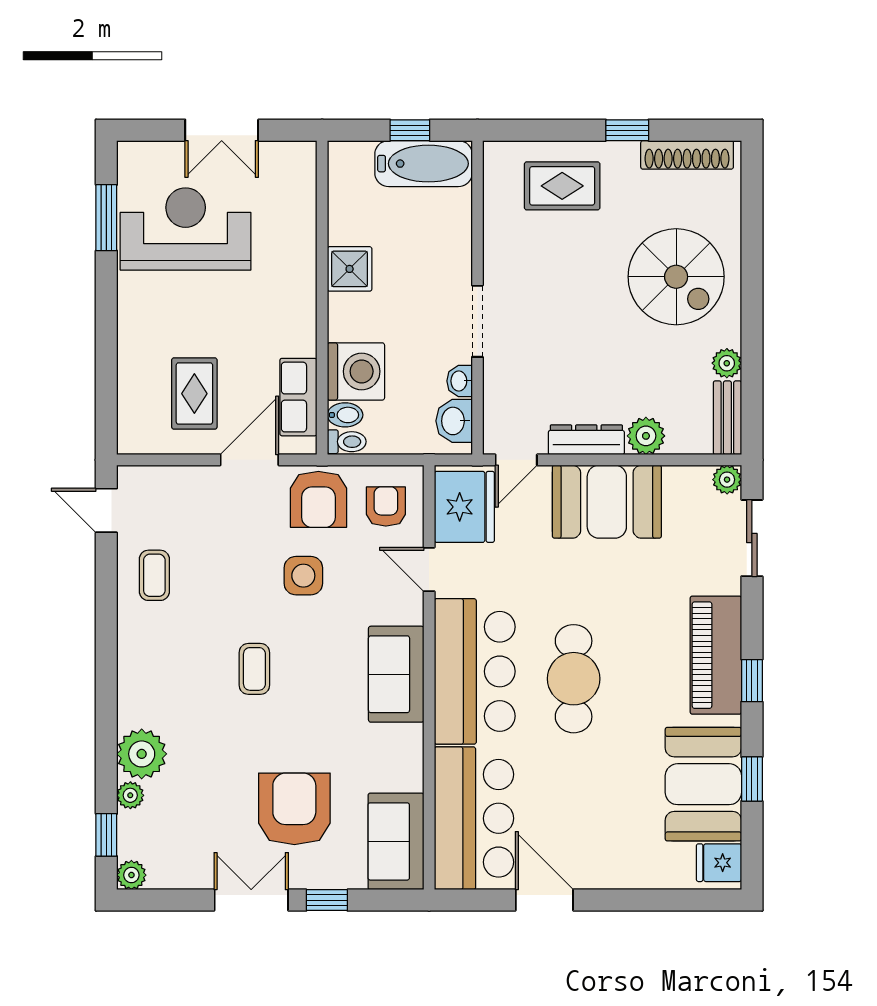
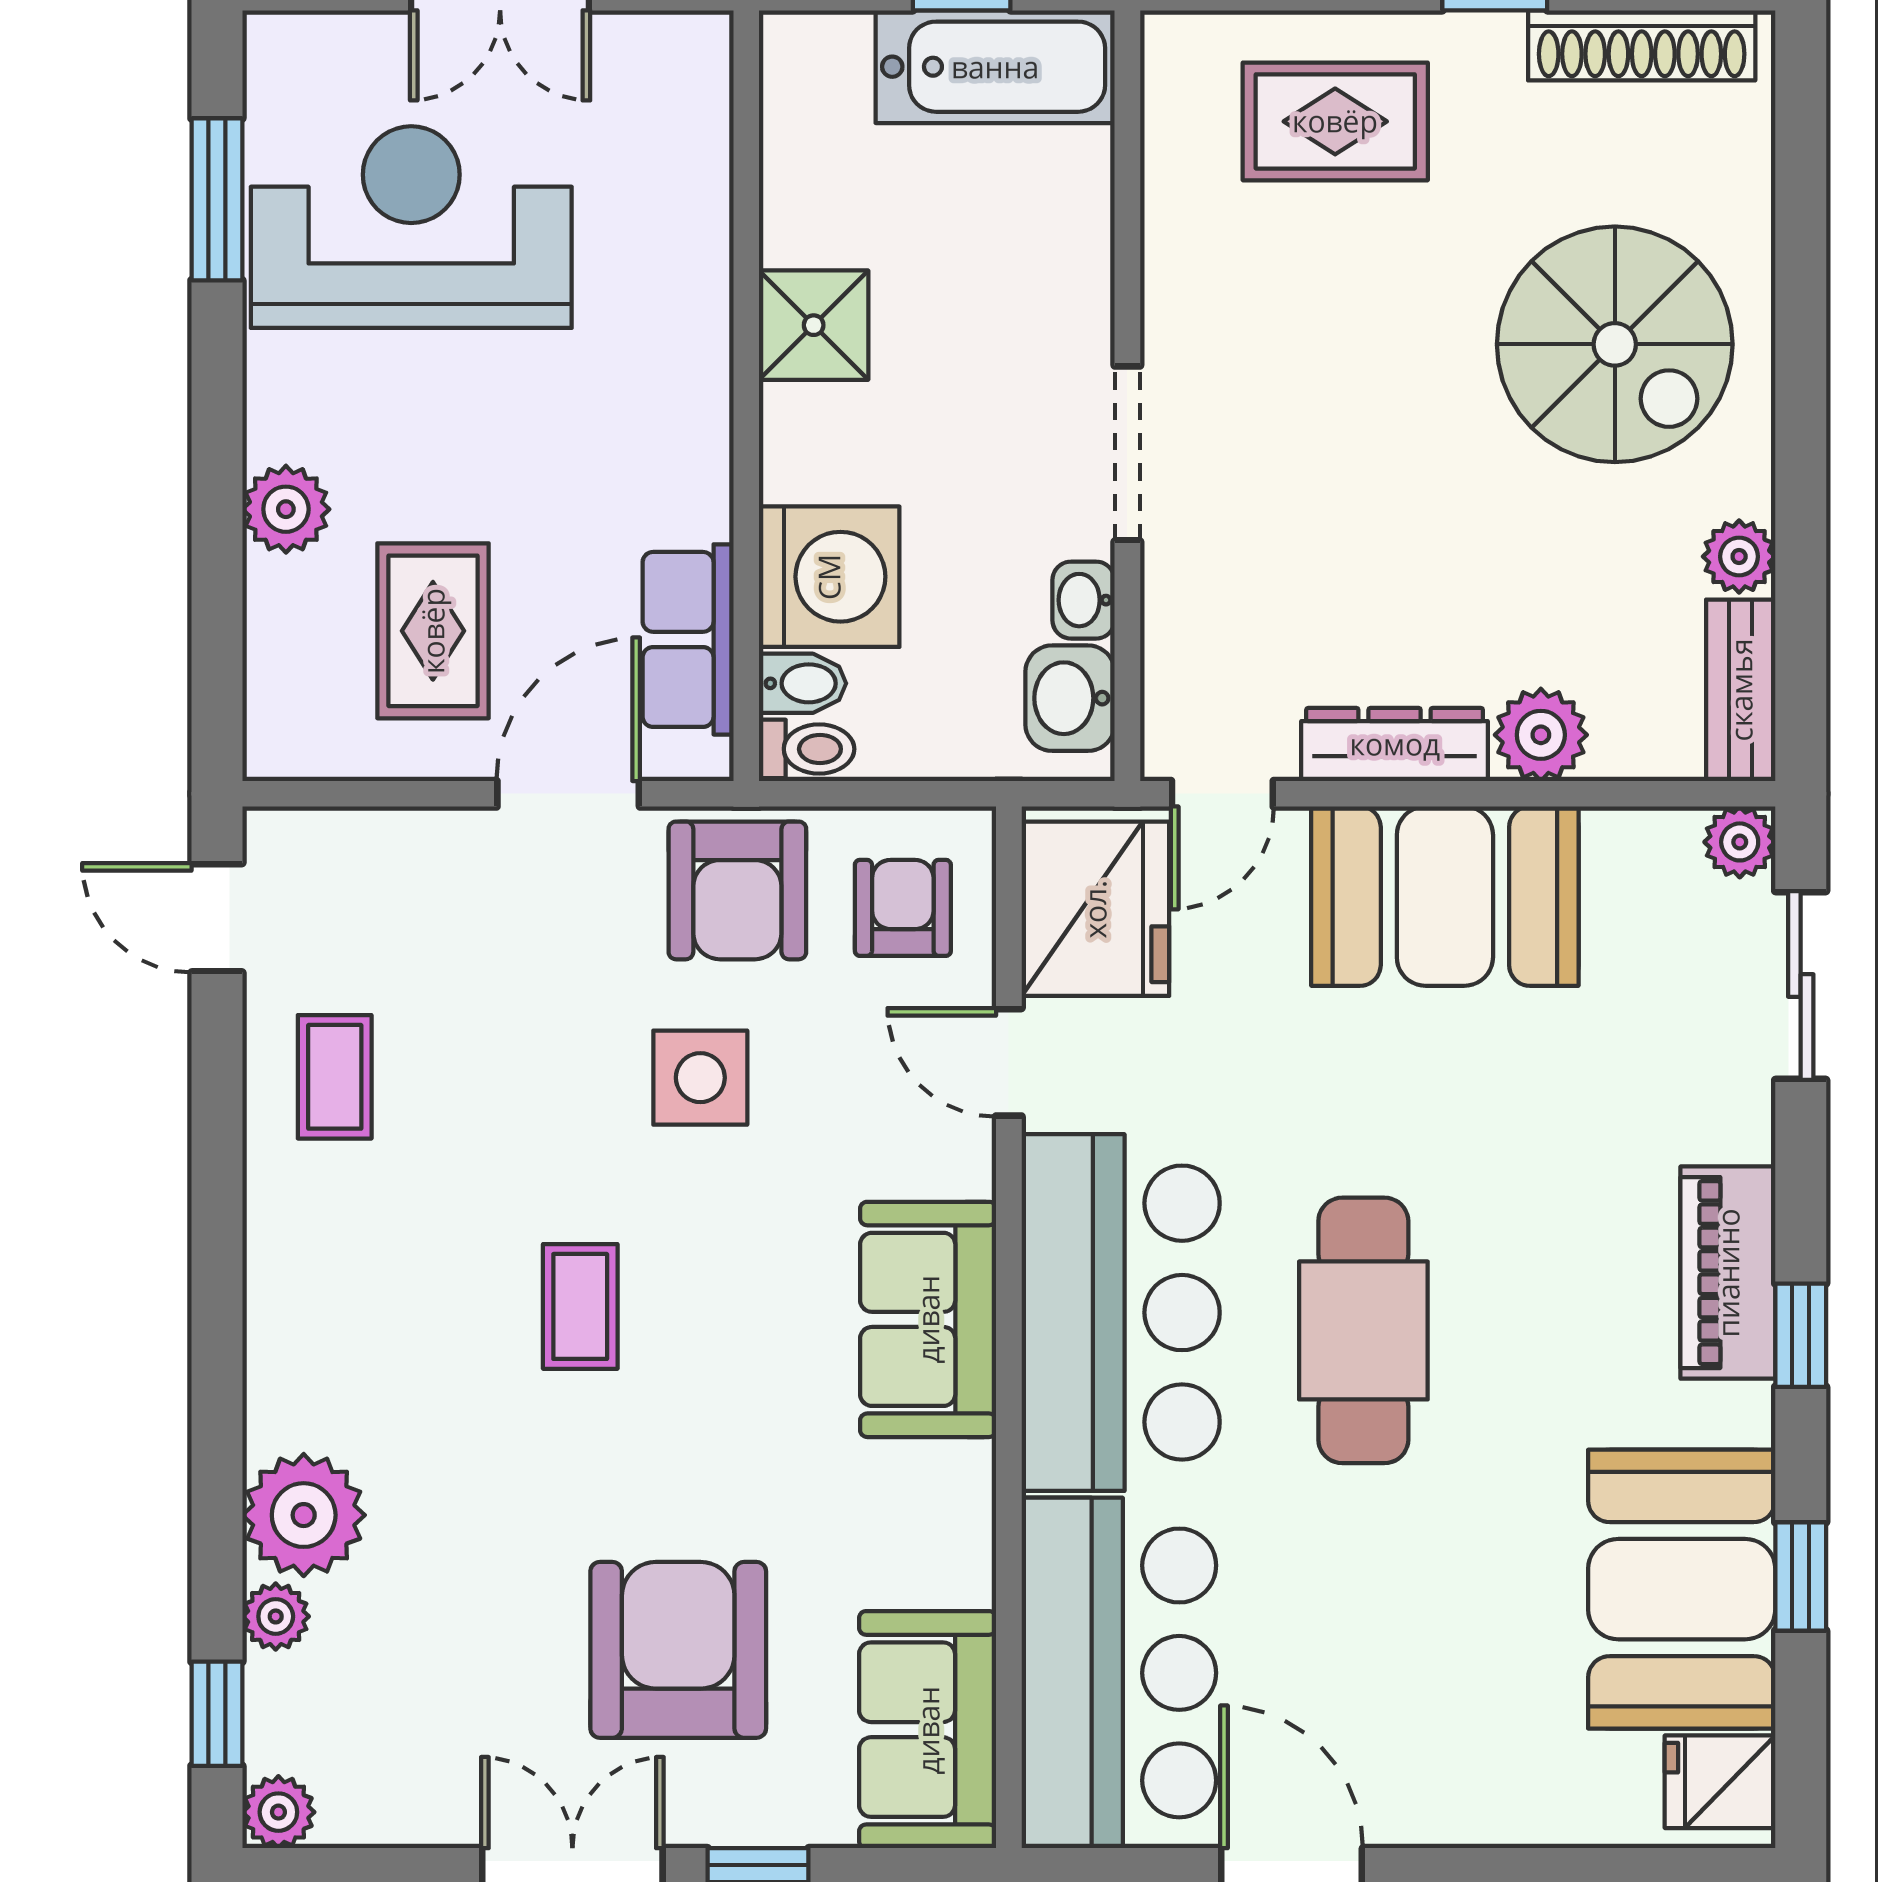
plant: (134, 344) -> (286, 509), added
piano: (716, 655) -> (1728, 1273), width x0.73, depth x0.75

